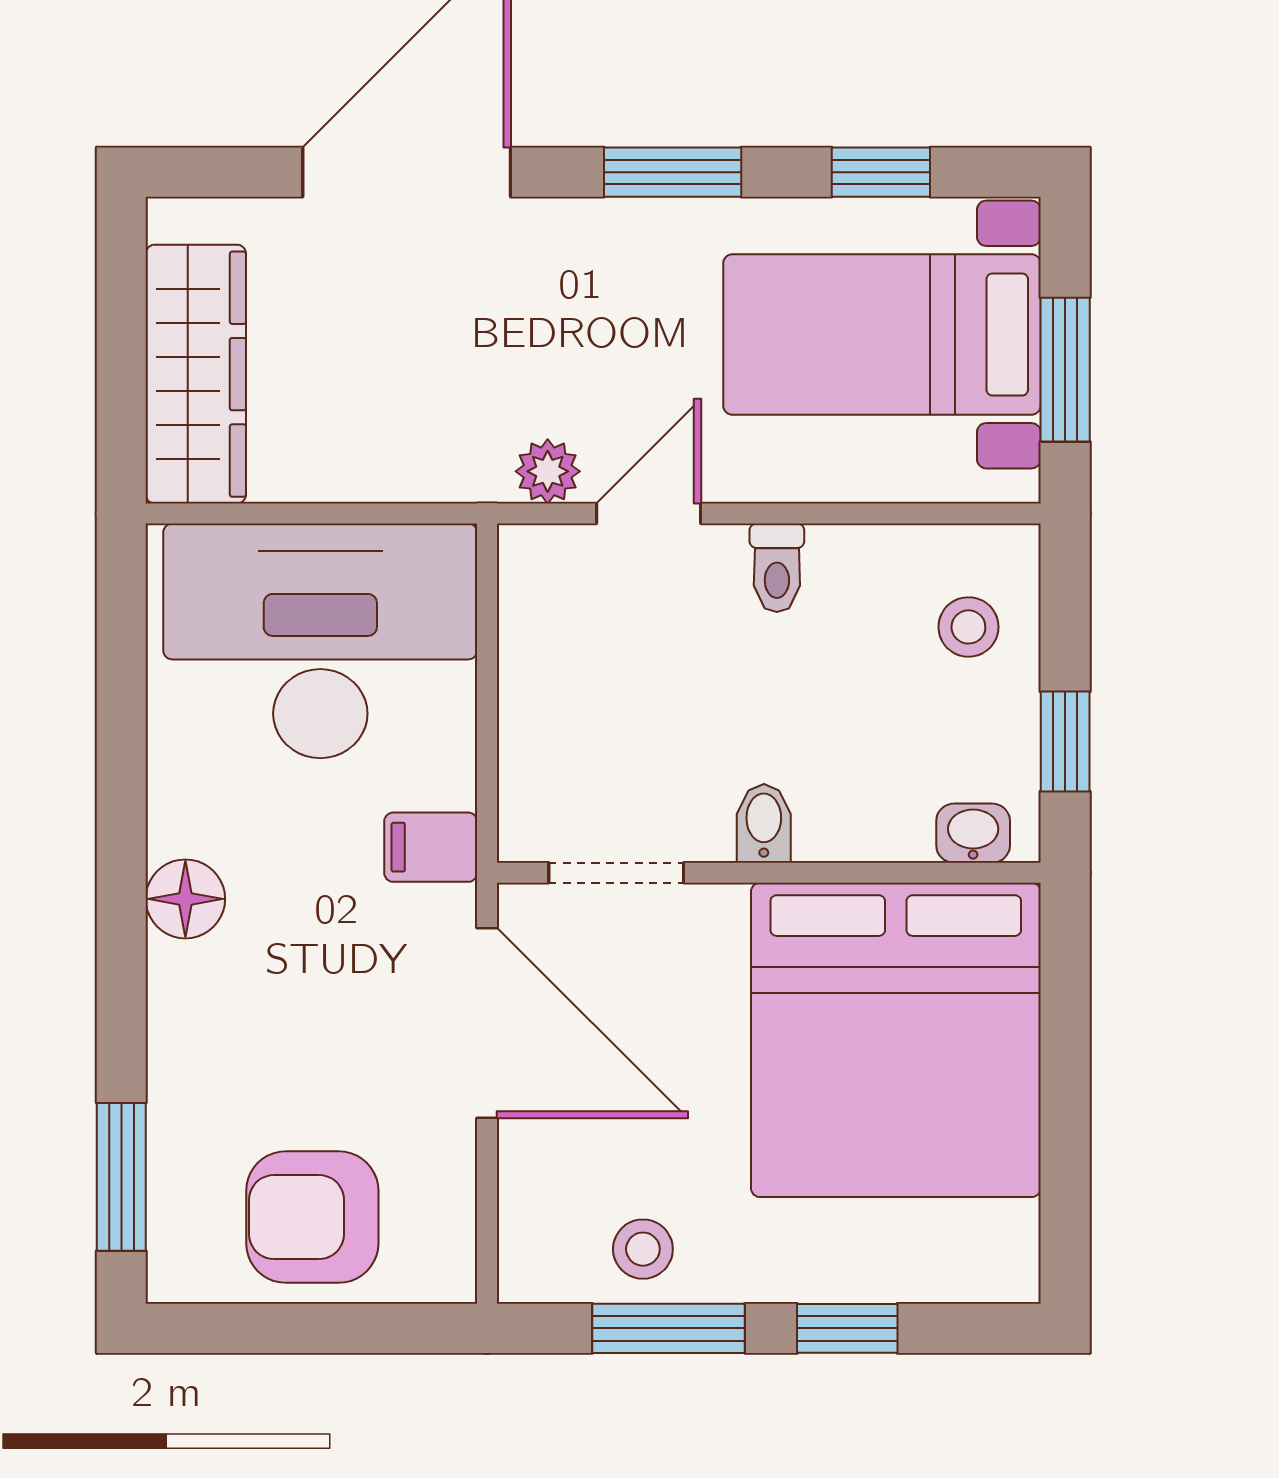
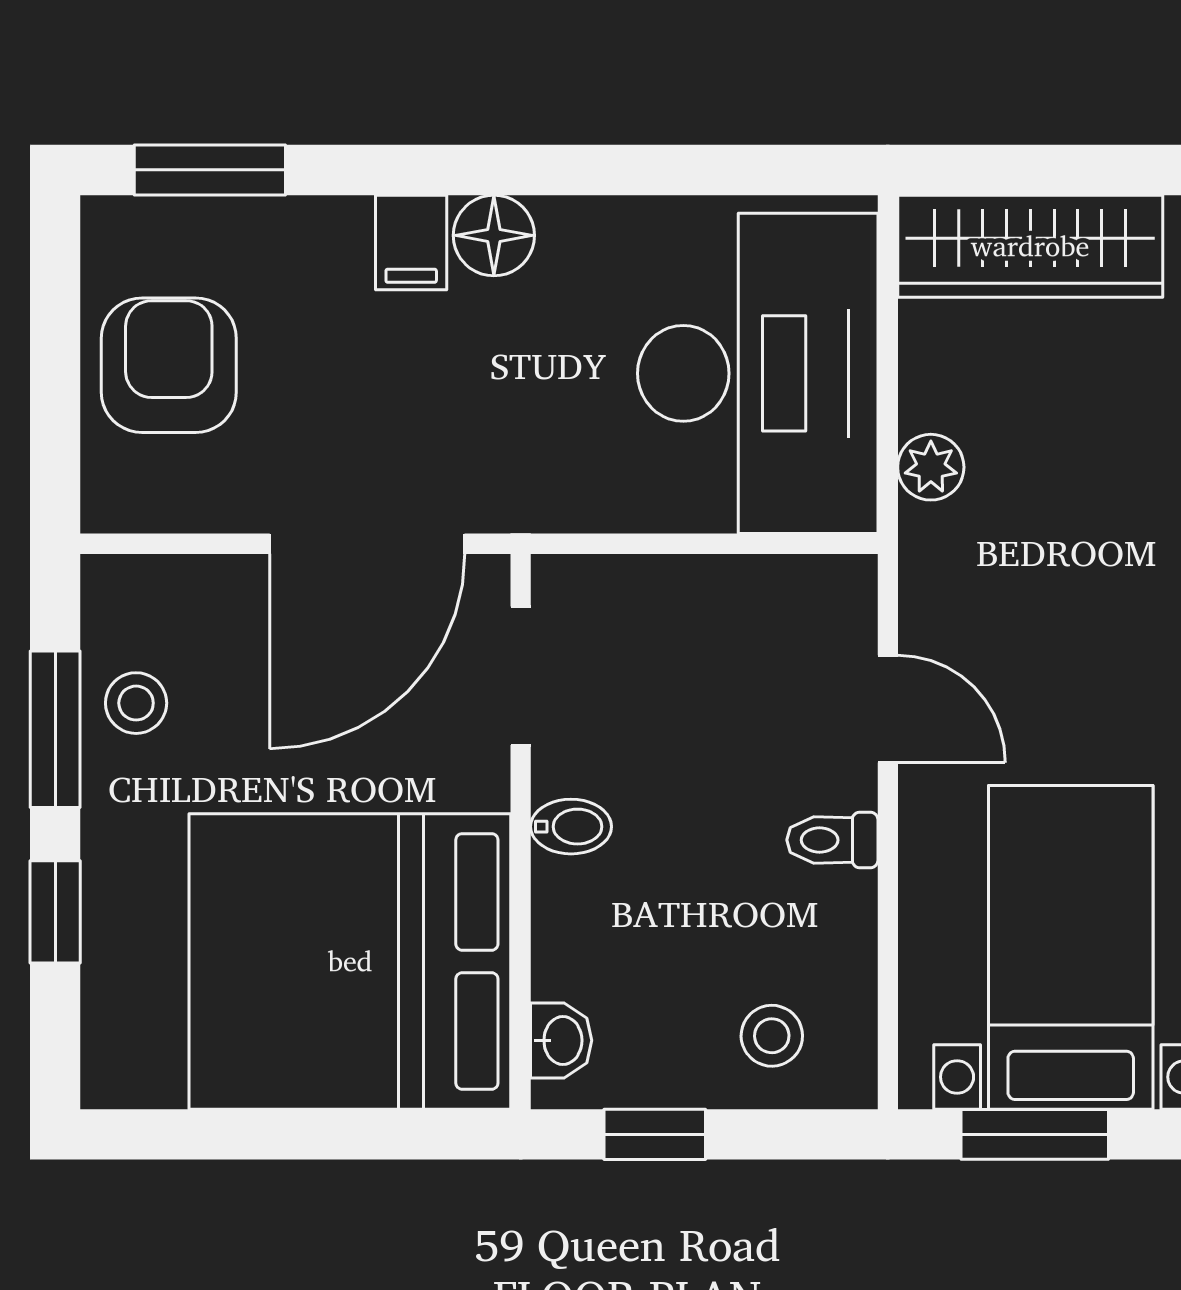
plant: (548, 471) -> (931, 467), moved
filing cabinet: (431, 847) -> (411, 242), moved, turned 180

